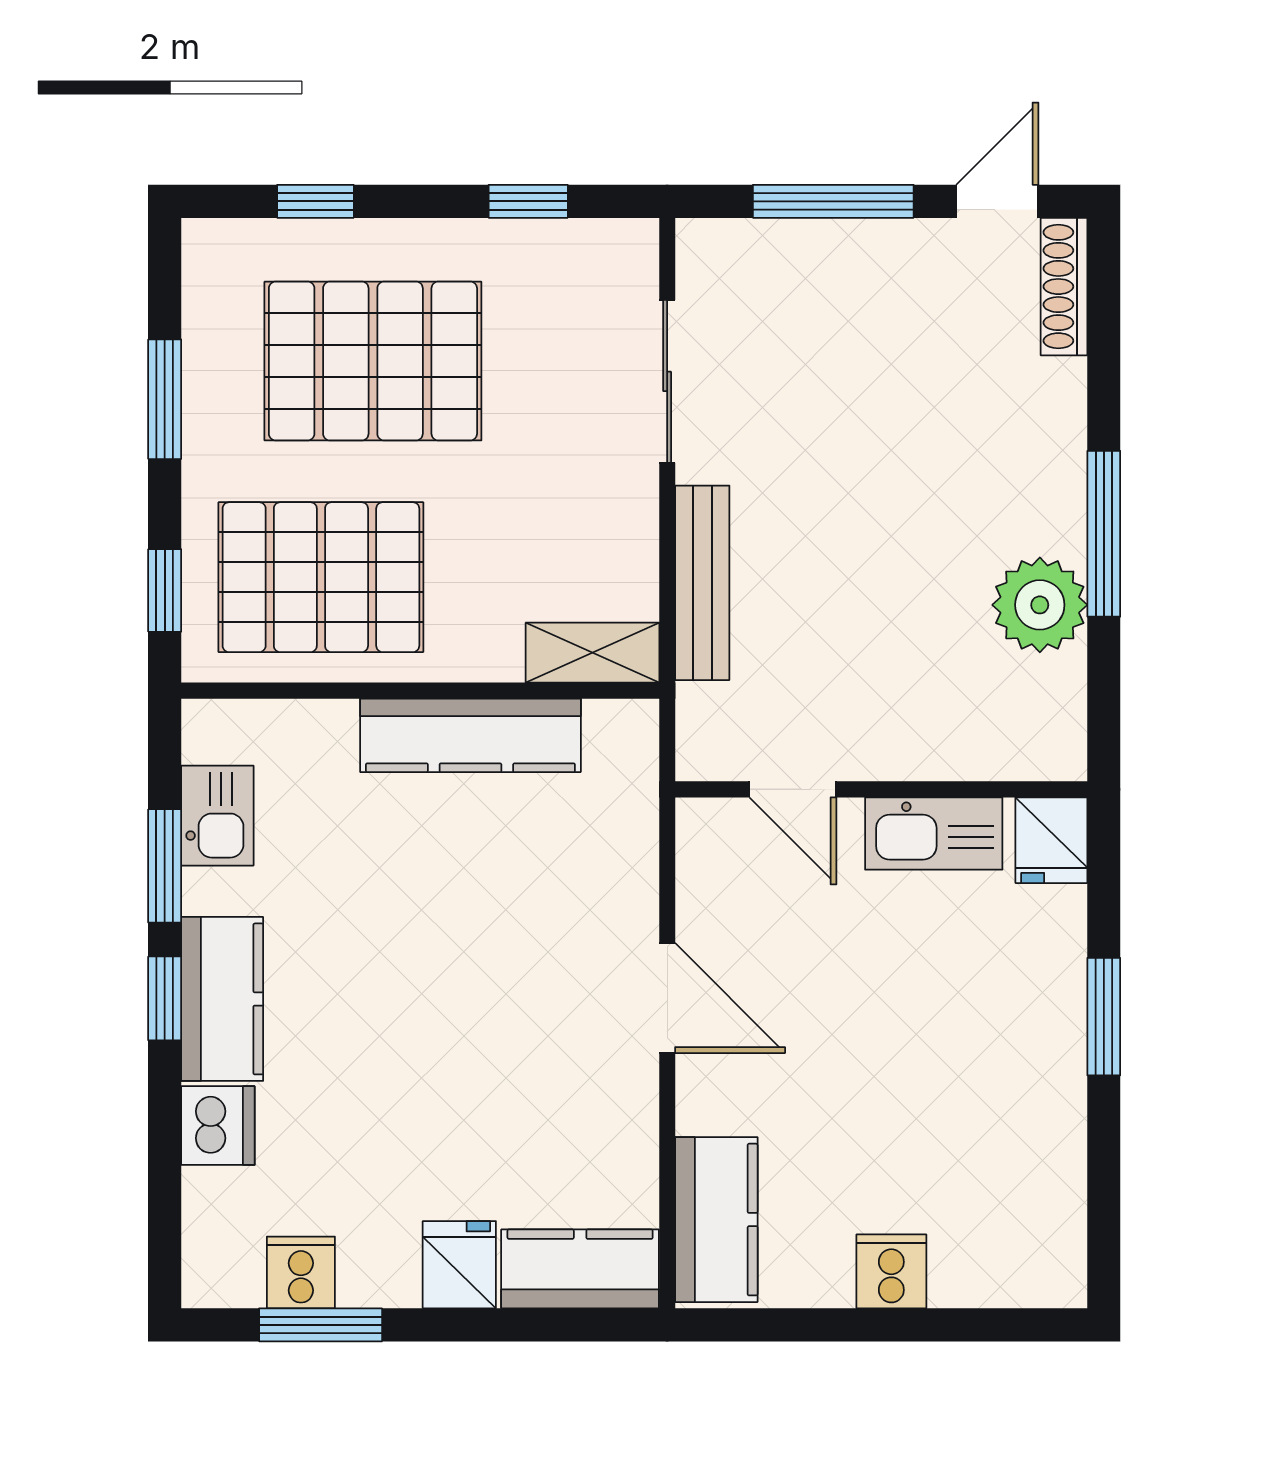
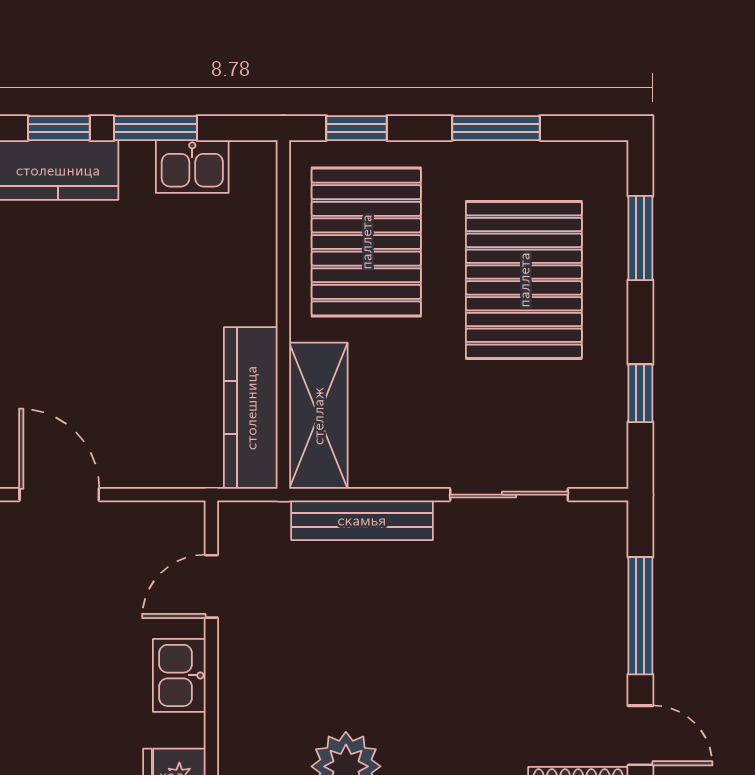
window: (315, 201) -> (640, 238), width x1.50
shelving: (592, 653) -> (318, 416), width x1.50, depth x1.33
kitchen counter: (470, 735) -> (251, 408), moved
kitchen sink: (934, 834) -> (179, 675), width x0.73
door: (667, 998) -> (59, 495), swing flipped

